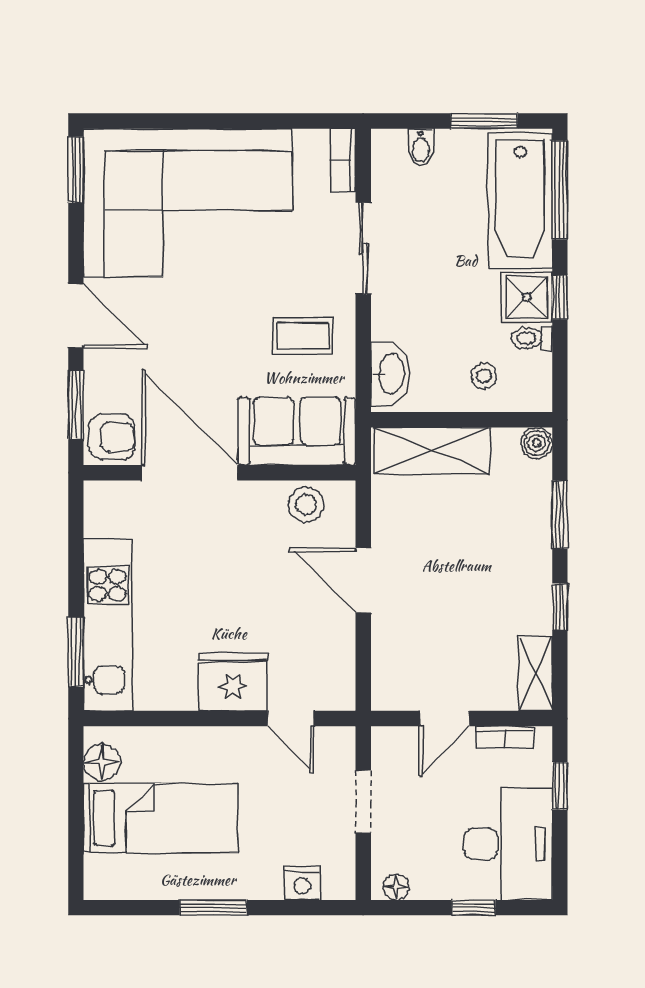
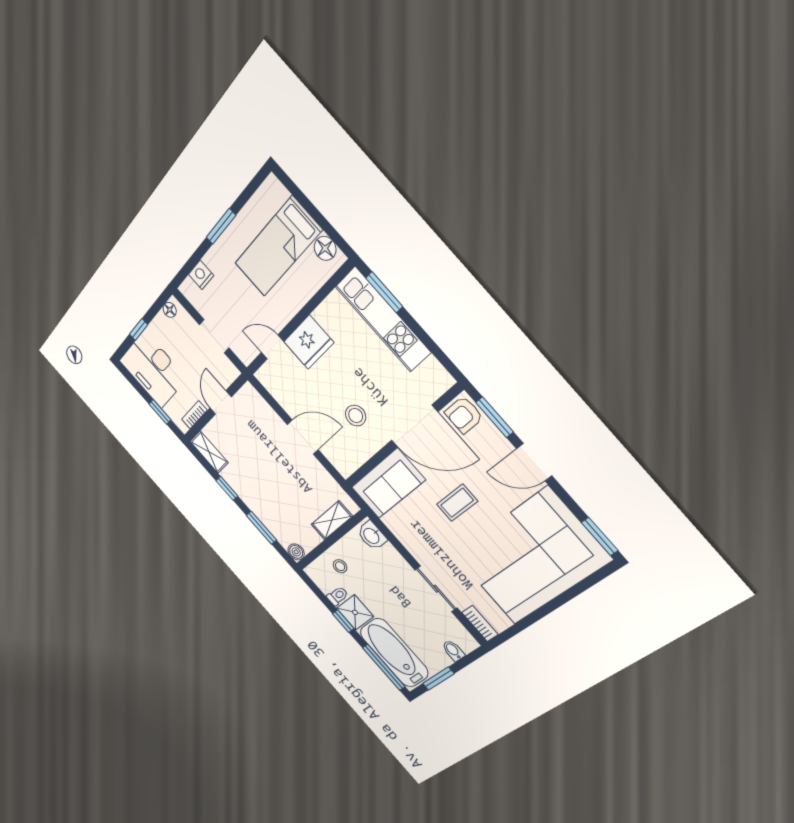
coffee table: (303, 336) -> (457, 503), moved
washbasin: (390, 374) -> (372, 536), width x0.72
shelving: (432, 451) -> (332, 520), width x0.67, depth x0.75
stool: (306, 505) -> (356, 416), moved

